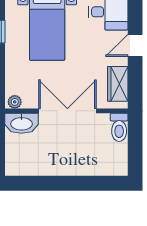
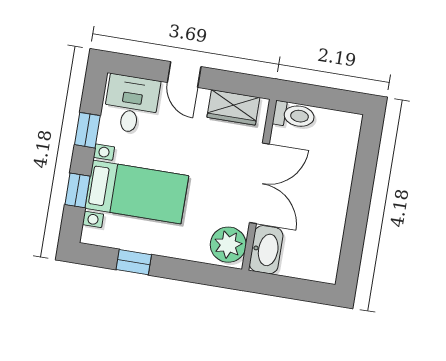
plant: (15, 102) -> (228, 245), width x1.88, depth x1.88
double door: (67, 111) -> (259, 183), swing flipped

